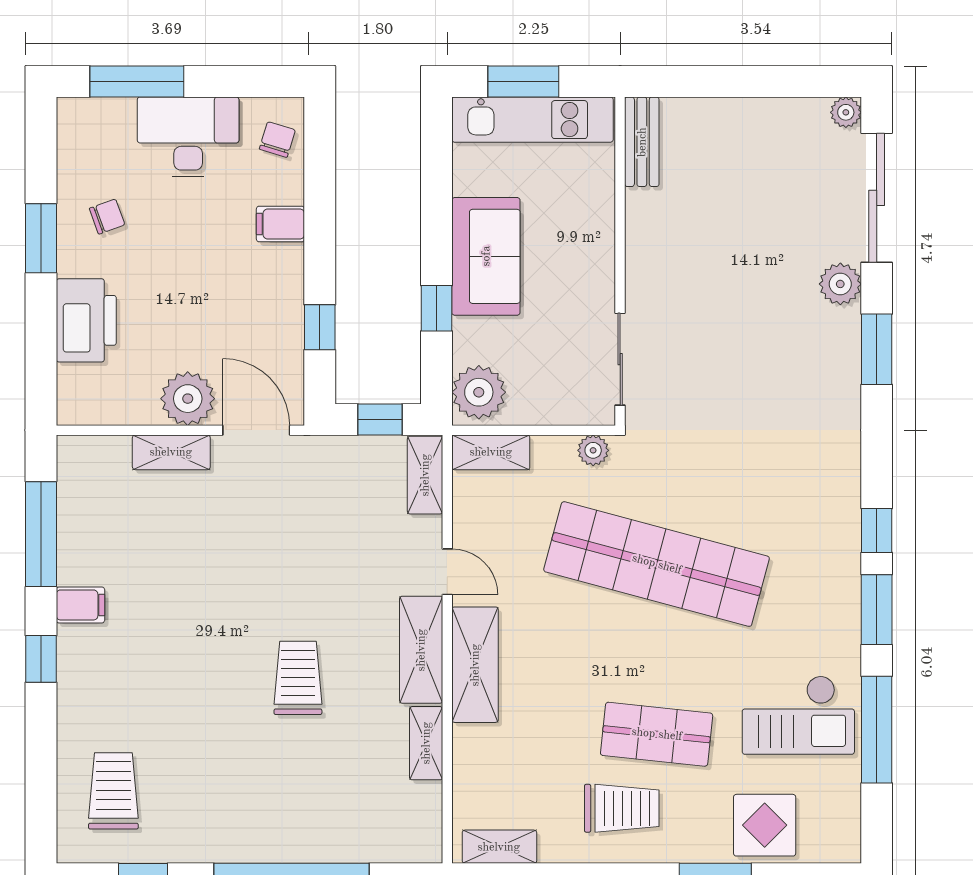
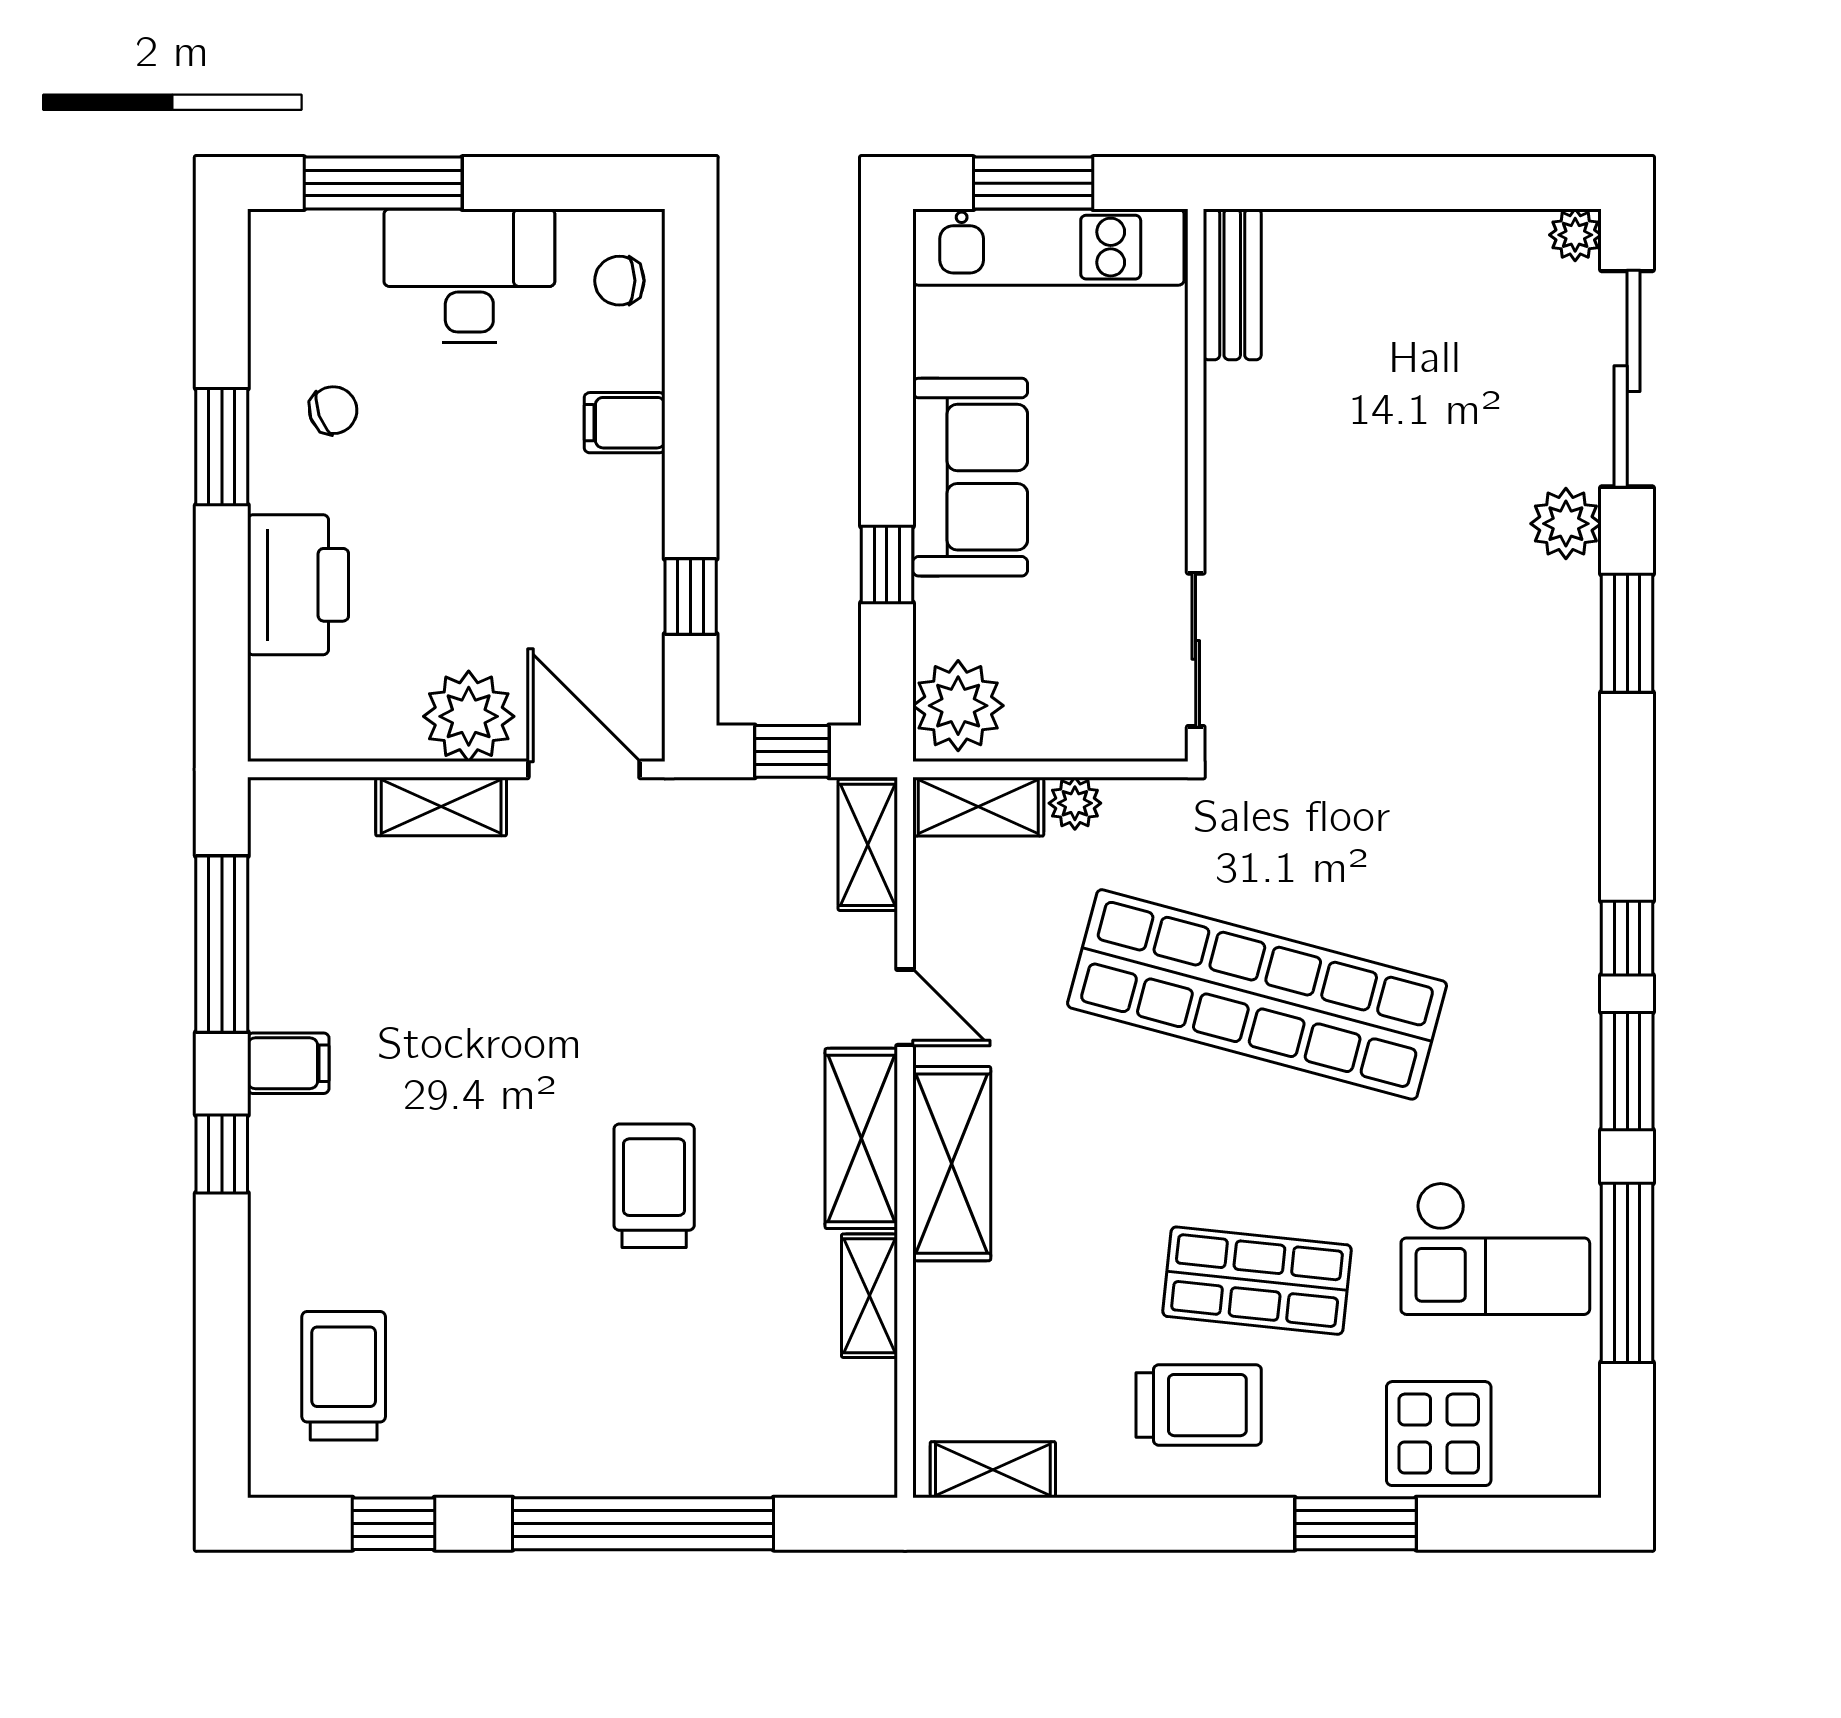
chair: (277, 140) -> (619, 281), turned -107
plant: (593, 450) -> (1075, 803), moved

